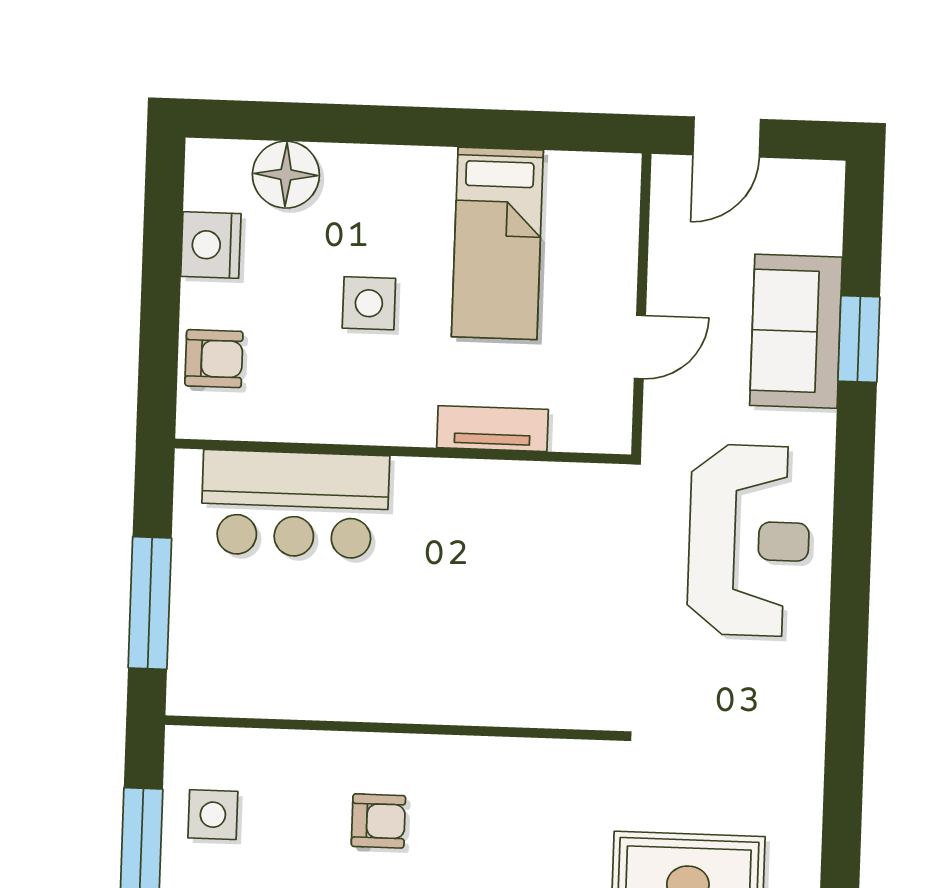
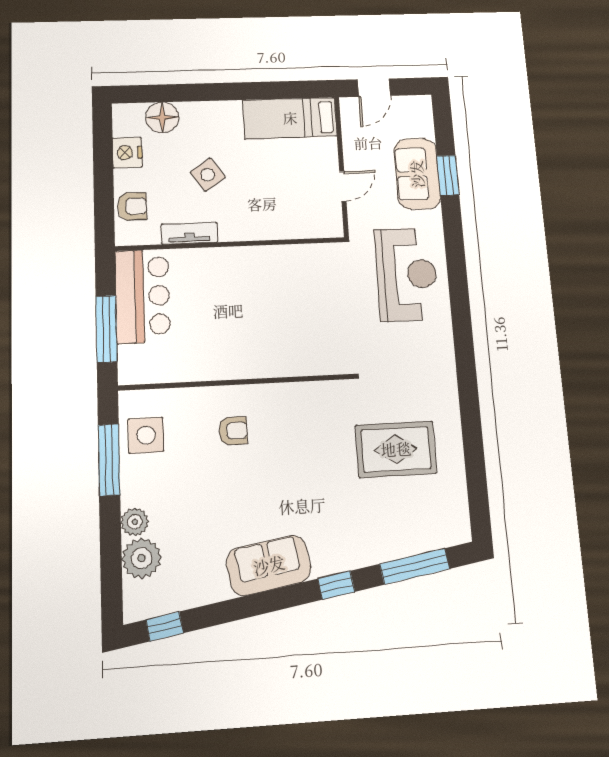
bed: (497, 243) -> (290, 118), moved, turned 90
side table: (369, 303) -> (208, 175), turned -35
tv unit: (492, 429) -> (189, 233), moved
bar counter: (295, 504) -> (143, 296), moved, turned -90
side table: (213, 815) -> (146, 435), width x1.37, depth x1.37

